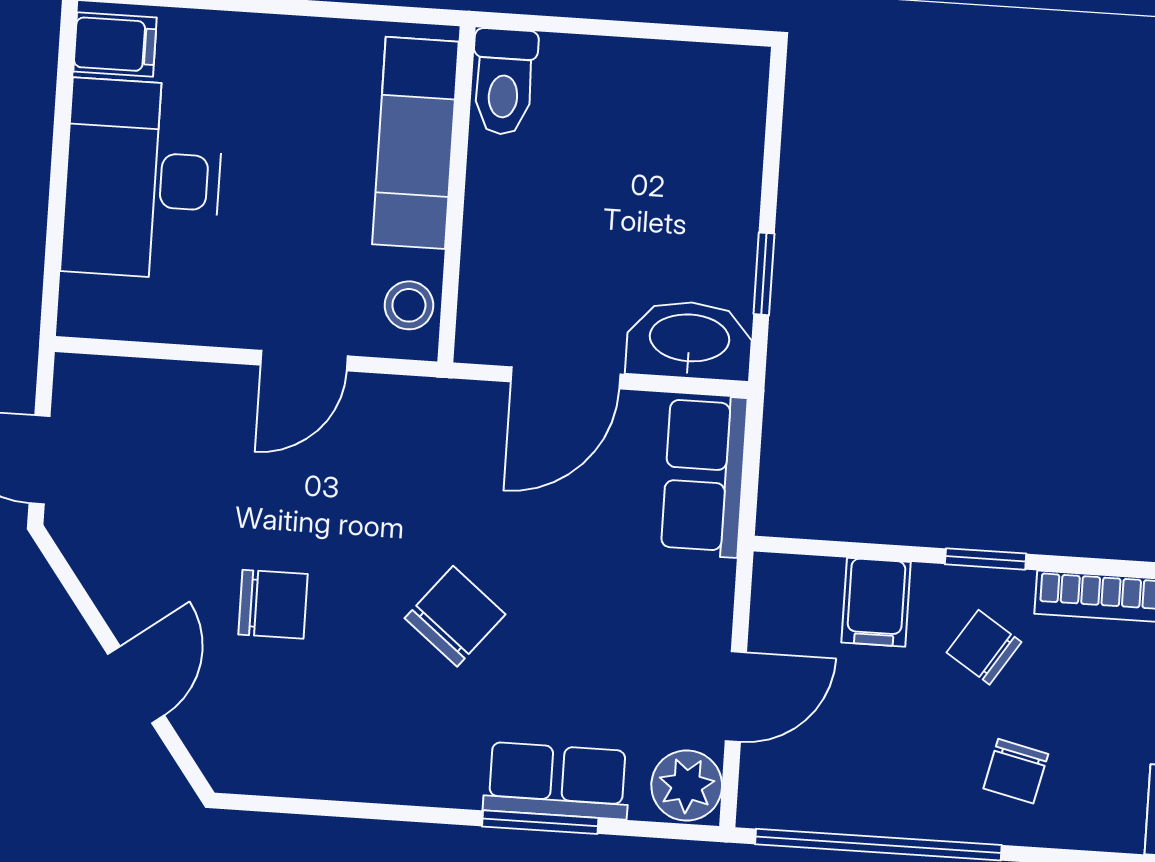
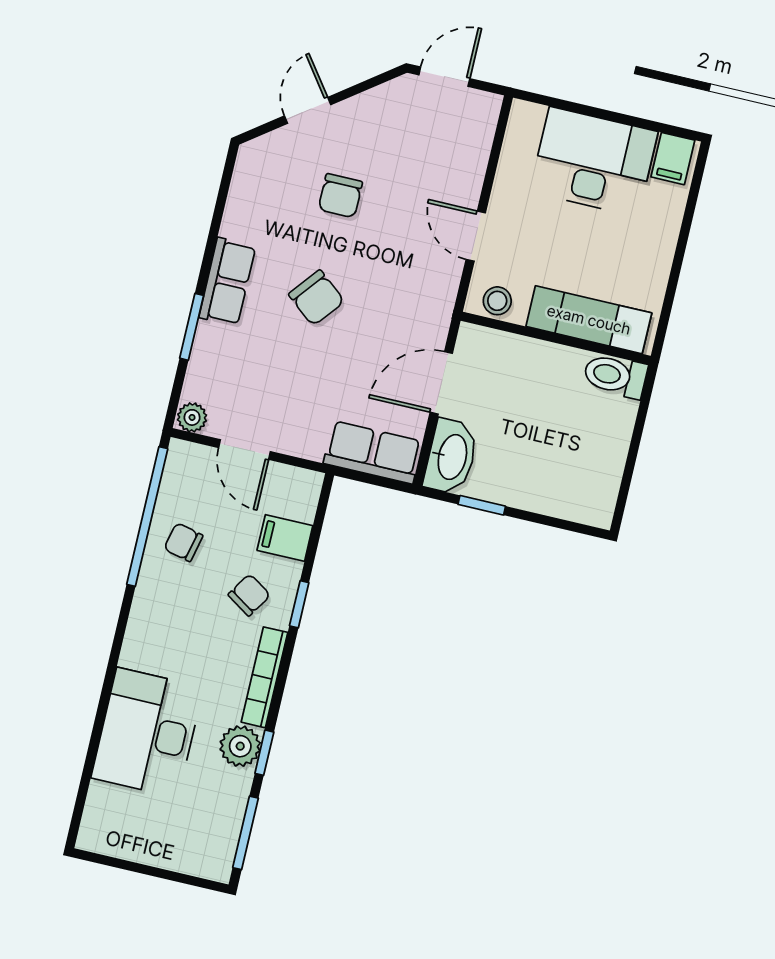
door: (565, 378) -> (441, 383), hinge flipped
door: (136, 685) -> (308, 110), swing flipped
chair: (1016, 771) -> (183, 542), moved
row of seats: (557, 781) -> (227, 282), moved
plant: (687, 786) -> (192, 417), width x0.73, depth x0.73

